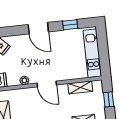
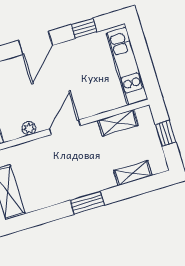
door: (38, 28) -> (35, 43), hinge flipped
door: (47, 84) -> (65, 127), swing flipped

